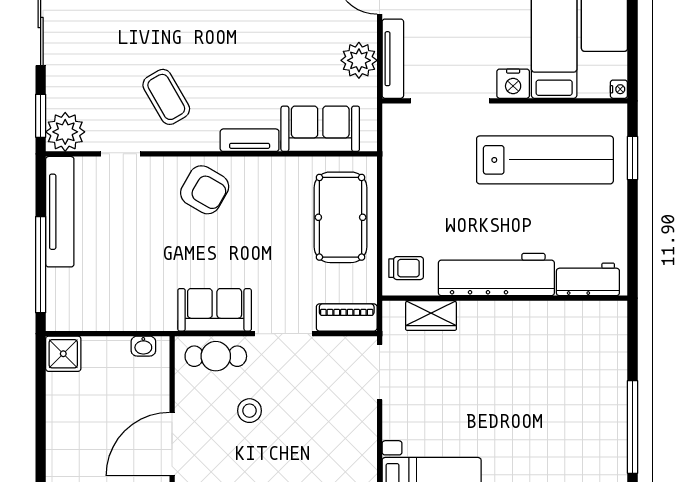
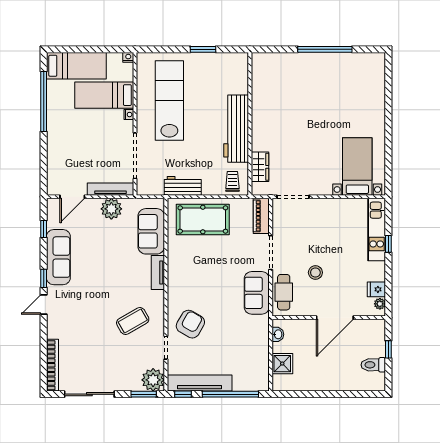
nightstand: (513, 84) -> (129, 115), width x0.53, depth x0.56
window: (633, 158) -> (203, 49), moved
window: (41, 183) -> (183, 394), added
armchair: (205, 190) -> (190, 324), moved
workbench: (588, 279) -> (183, 186), moved, turned 90
shower: (63, 354) -> (282, 364), moved
door: (172, 444) -> (335, 318), hinge flipped

